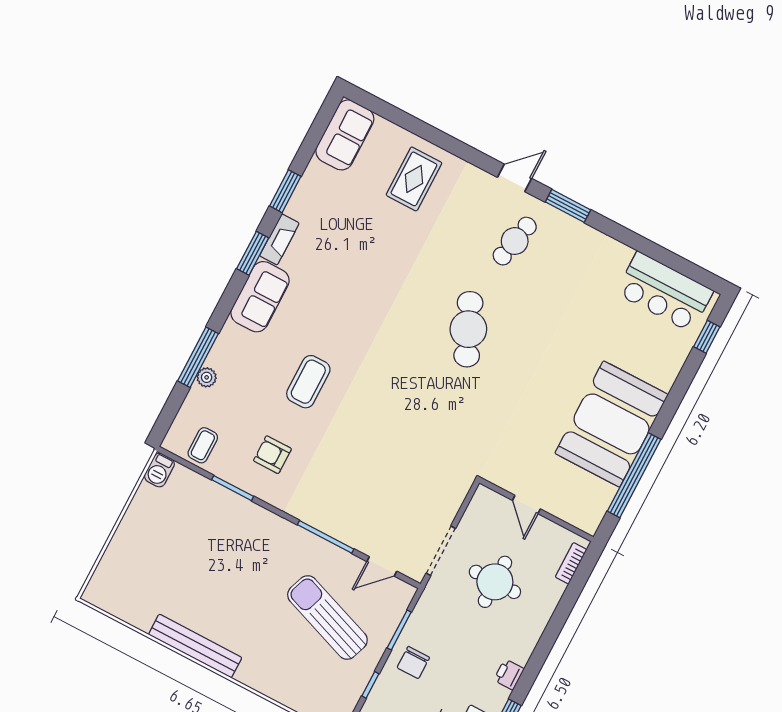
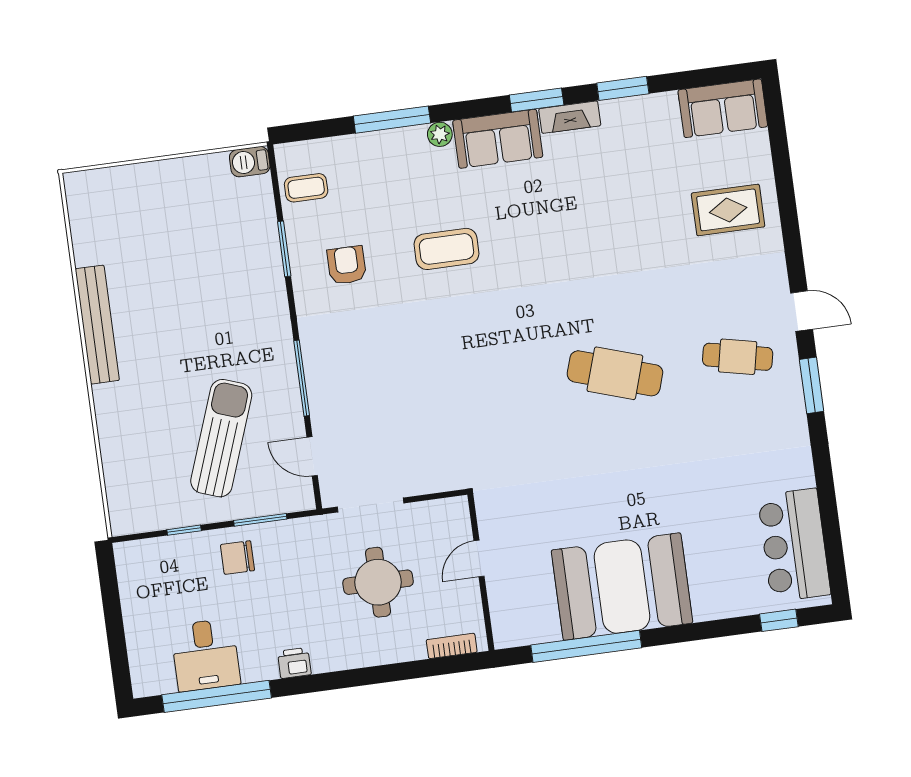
cafe table: (468, 329) -> (615, 373), turned 42
plant: (207, 377) -> (440, 134), moved

